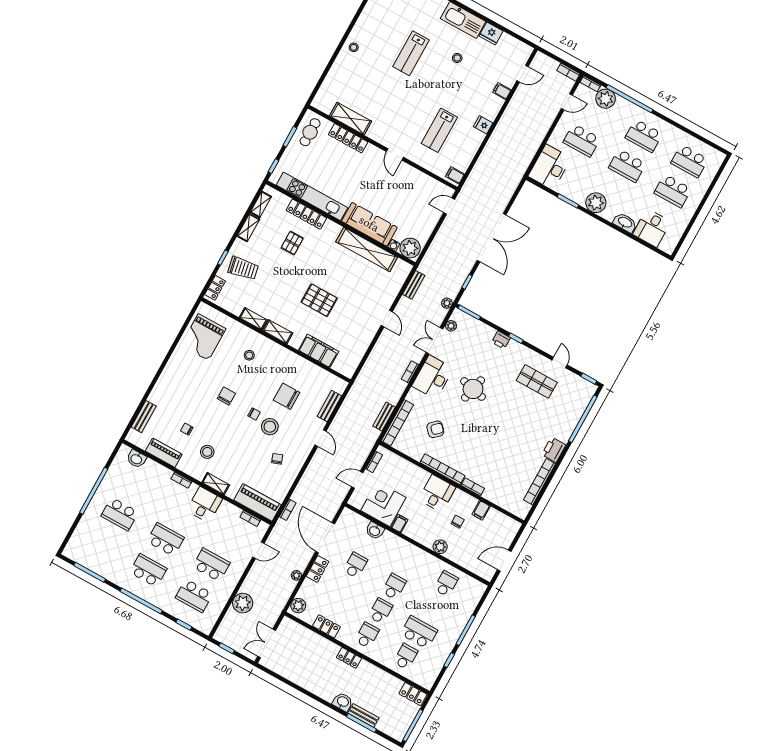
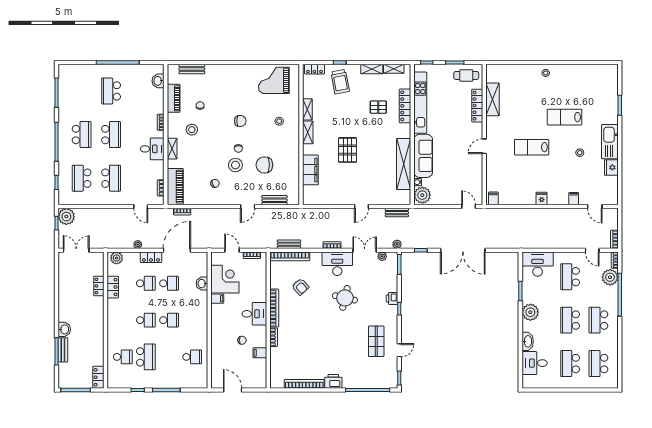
lab bench: (439, 130) -> (532, 147), moved
chair: (287, 396) -> (264, 165), turned -90
plant: (440, 547) -> (217, 338), removed
plant: (243, 603) -> (66, 217), moved
school desk: (367, 635) -> (146, 283), moved
locker: (349, 658) -> (99, 286), moved

